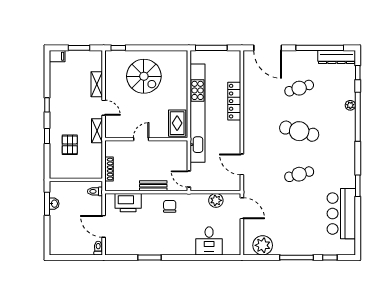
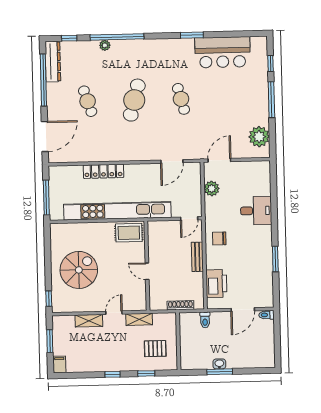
wall: (76, 180) -> (178, 341), moved
desk: (209, 241) -> (256, 211), moved

